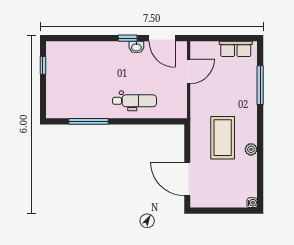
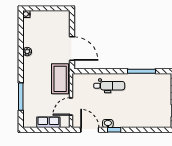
row of seats: (236, 49) -> (48, 122), moved
dental chair: (135, 101) -> (109, 86), turned 180
coffee table: (223, 138) -> (60, 79), moved
door: (187, 179) -> (72, 49), moved

